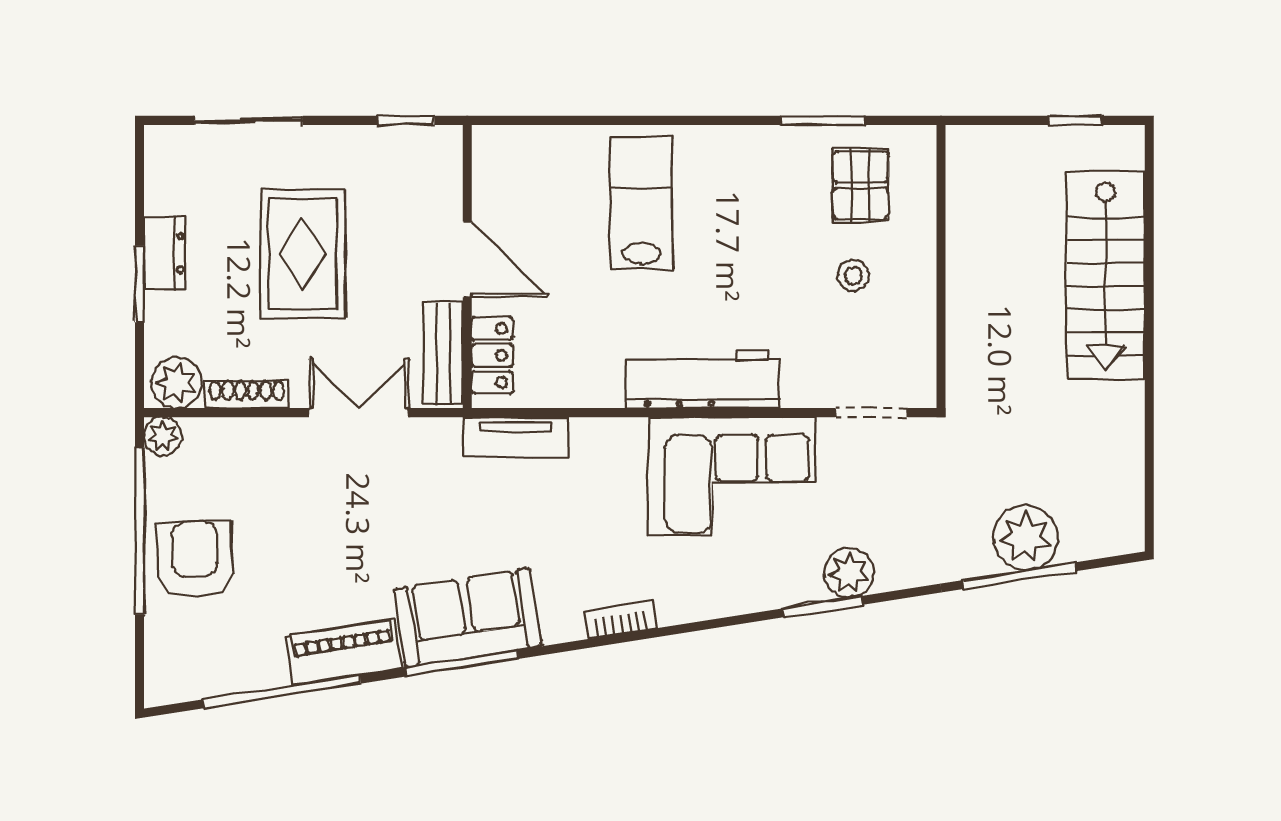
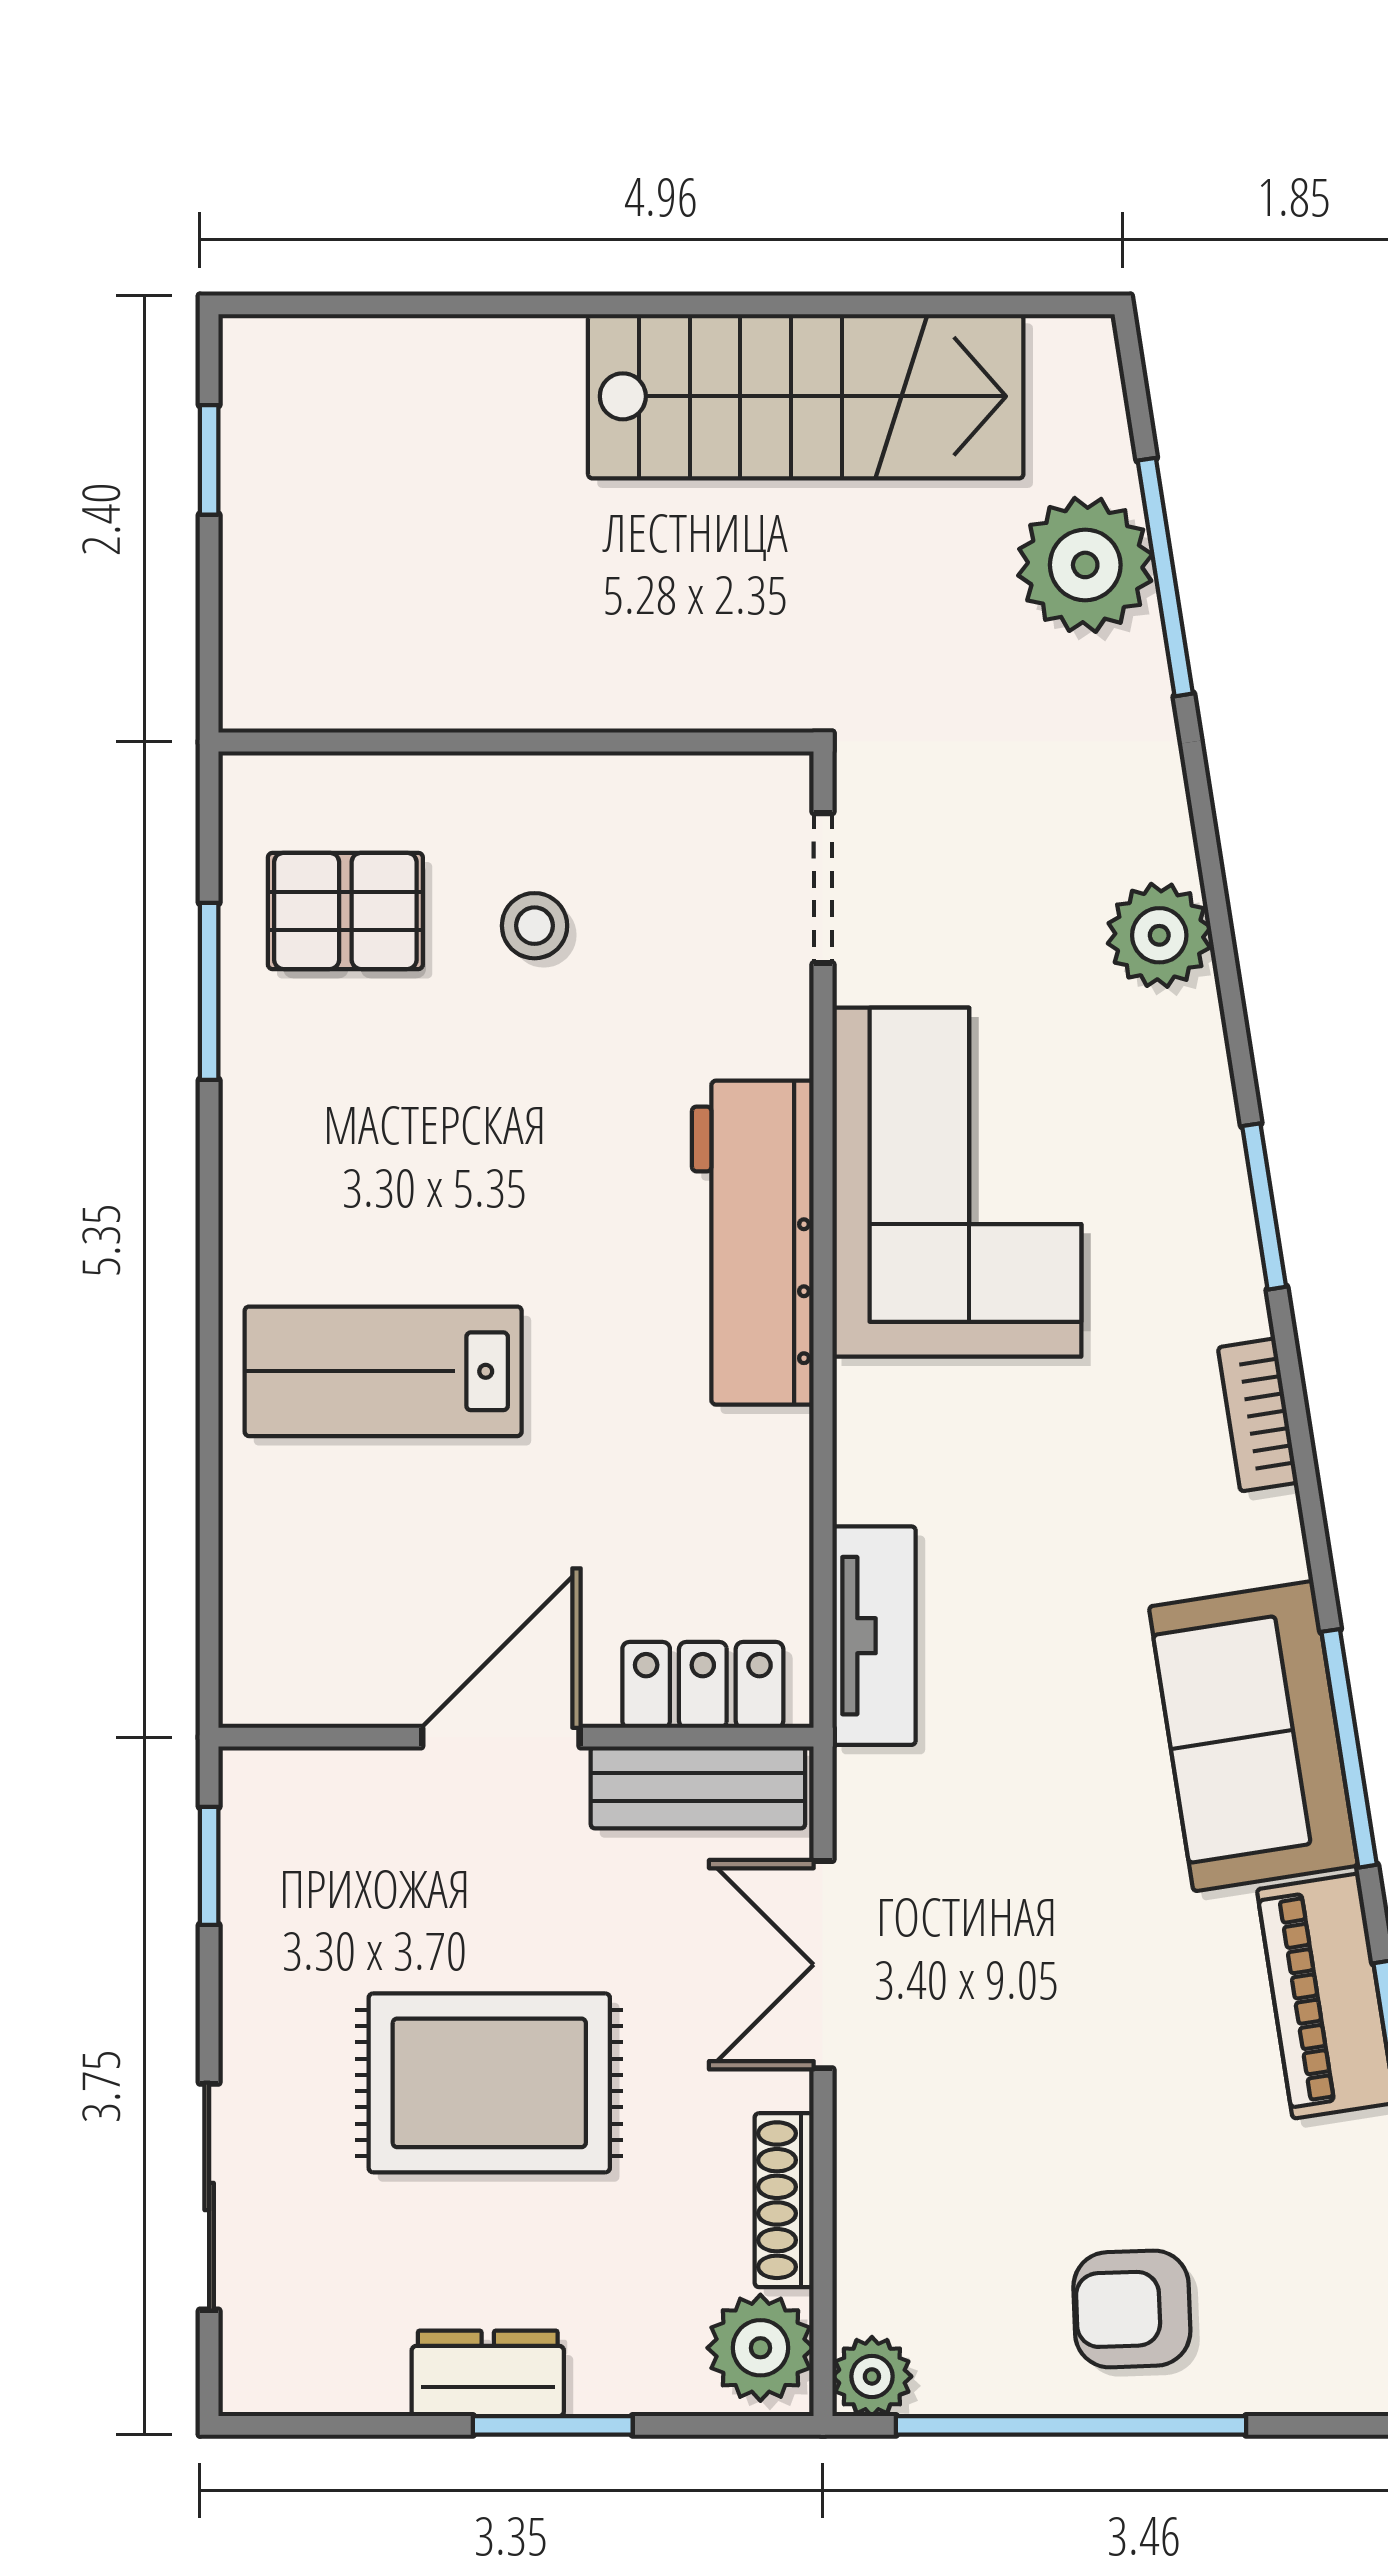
stairs: (1106, 275) -> (806, 396), moved
armchair: (195, 560) -> (1132, 2309), width x0.72, depth x0.72
window: (822, 607) -> (1264, 1206), moved

